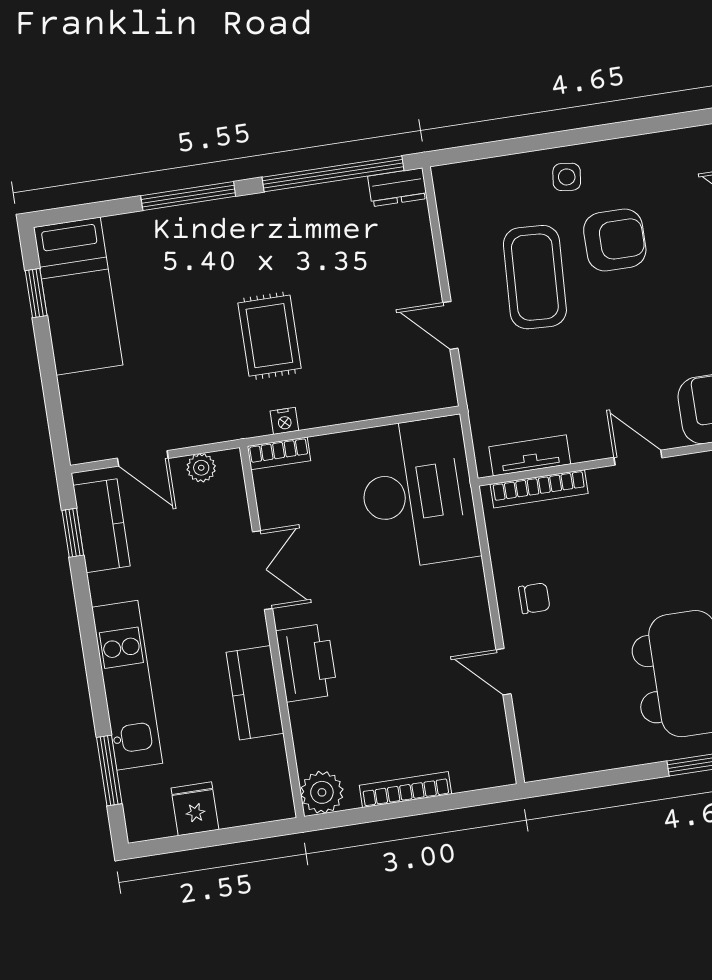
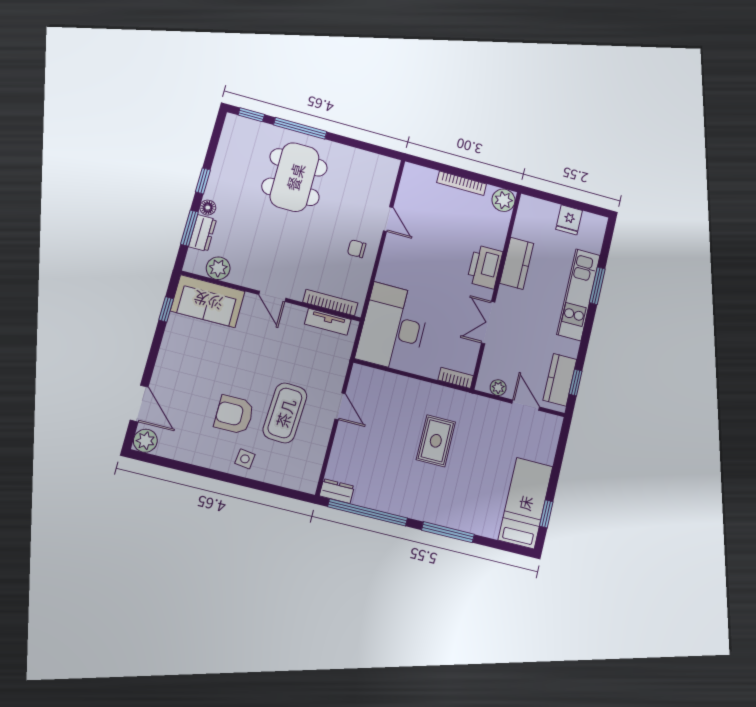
nightstand: (284, 421) -> (446, 393), removed
window: (109, 771) -> (597, 286), moved

